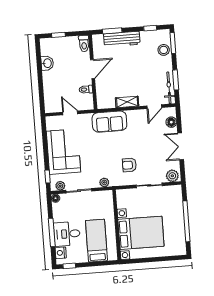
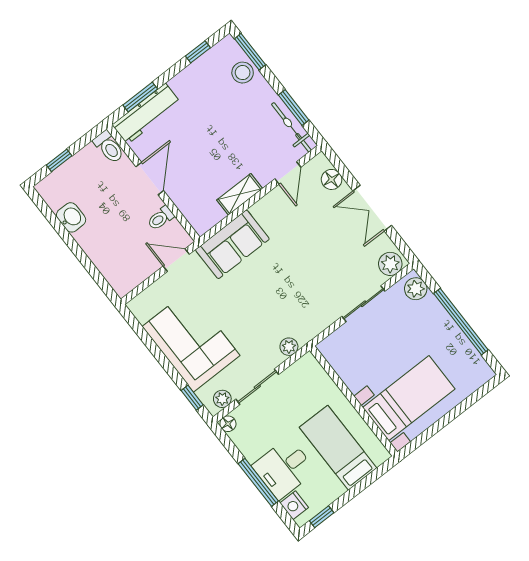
workbench: (122, 39) -> (146, 114), moved
door: (70, 113) -> (176, 260), moved
armchair: (129, 165) -> (310, 292), removed
plant: (176, 194) -> (416, 289), added
bed with nightstands: (141, 233) -> (409, 398), width x0.73

